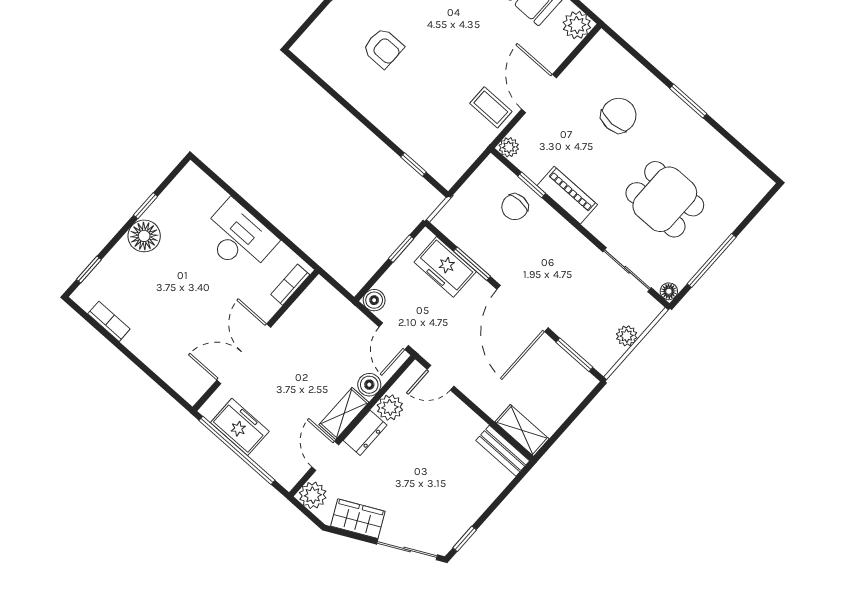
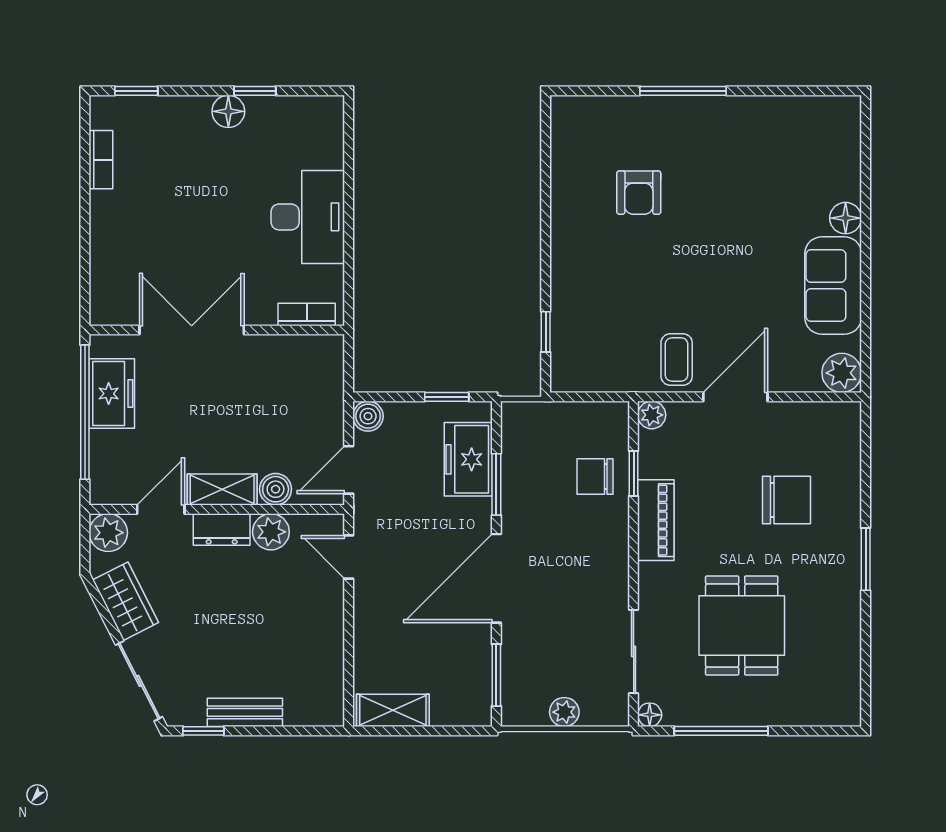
floor lamp: (144, 236) -> (228, 111), width x0.73, depth x0.73
shelving: (522, 430) -> (393, 710), moved, turned 90
bench: (503, 451) -> (245, 712), moved, turned 90

